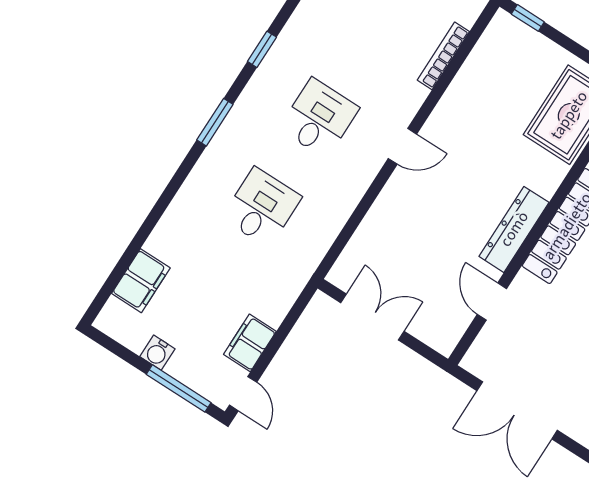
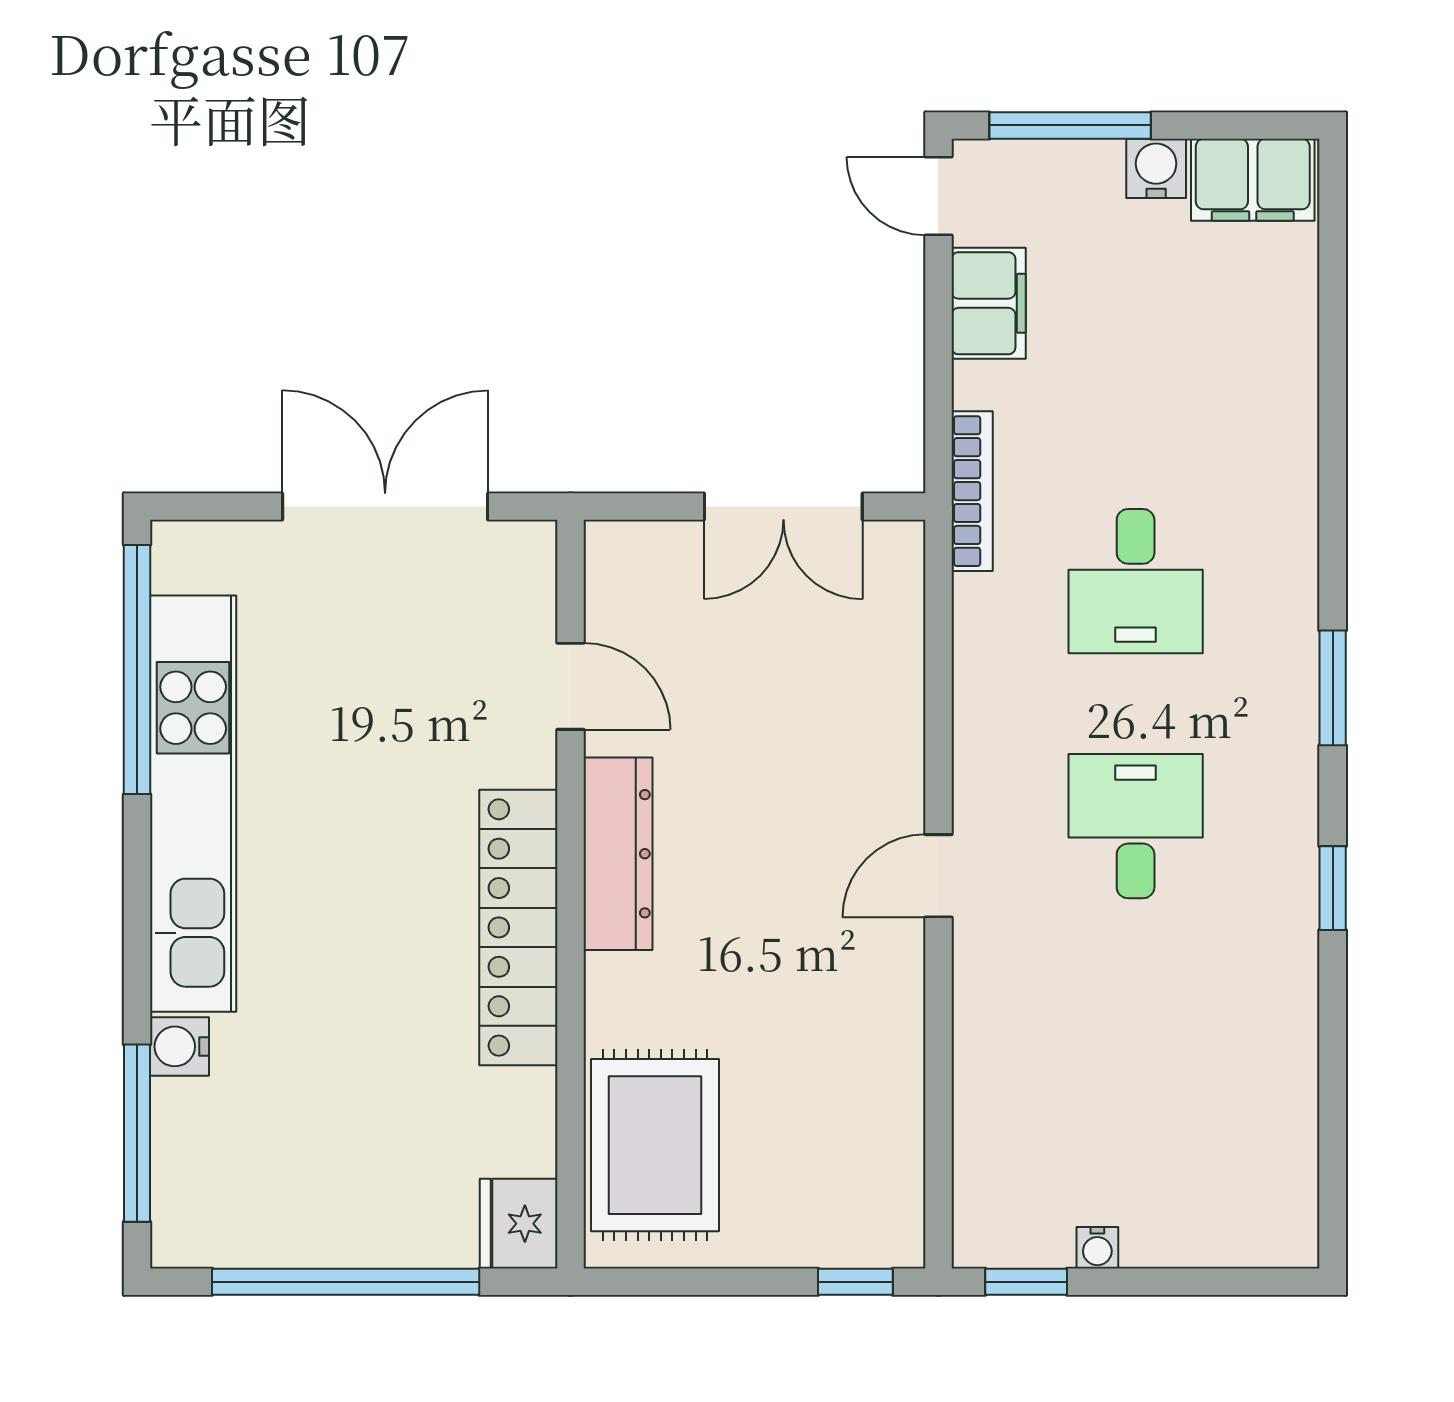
bookcase: (443, 56) -> (972, 491), moved
desk: (319, 118) -> (1136, 826), turned 180
filing cabinet: (141, 281) -> (1253, 180), moved, turned -90

